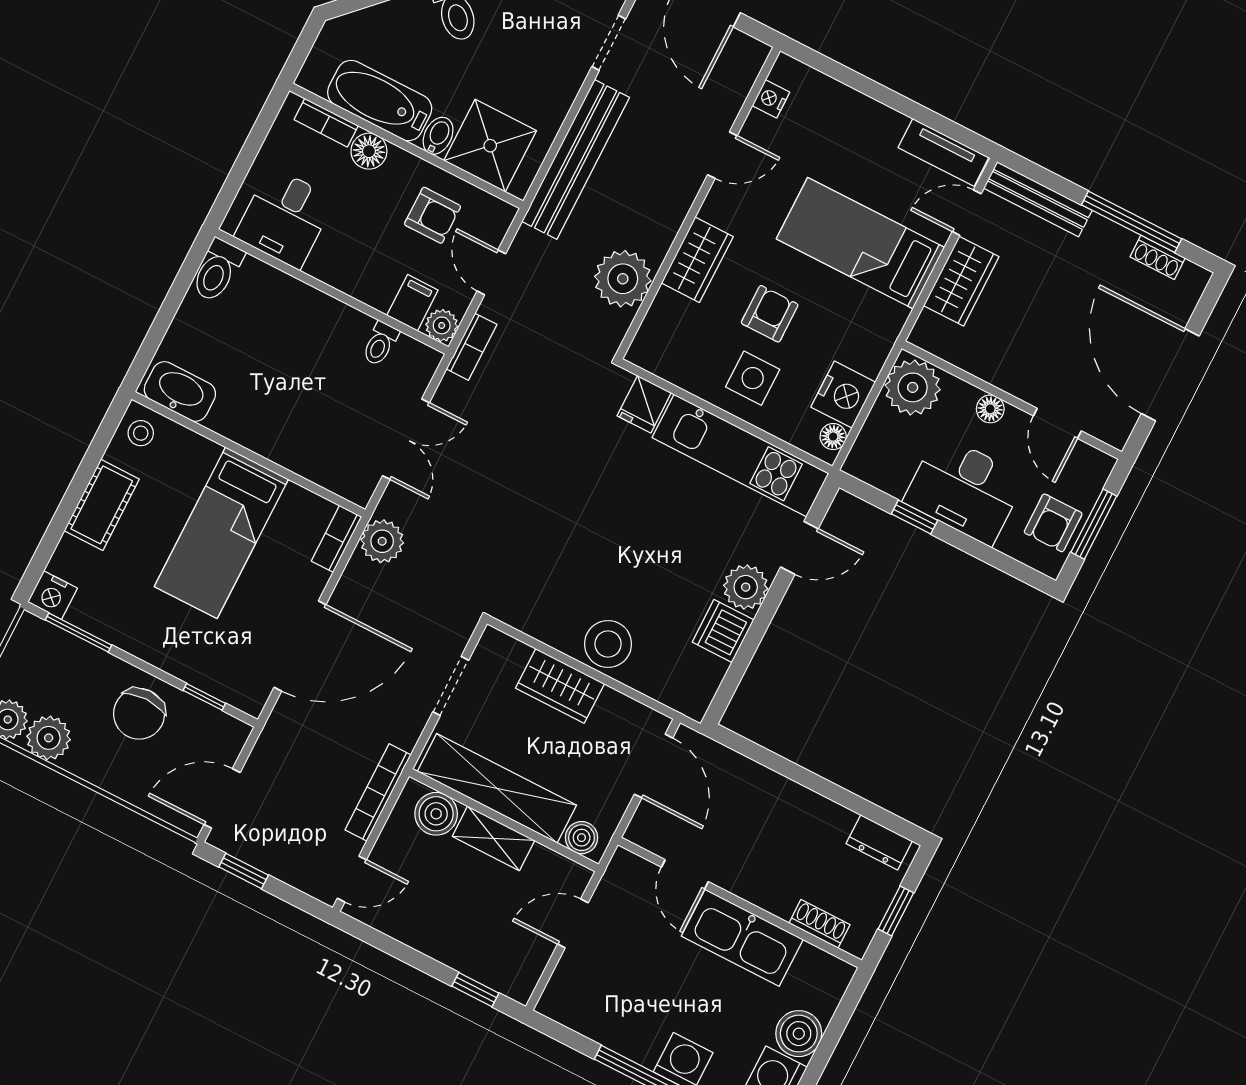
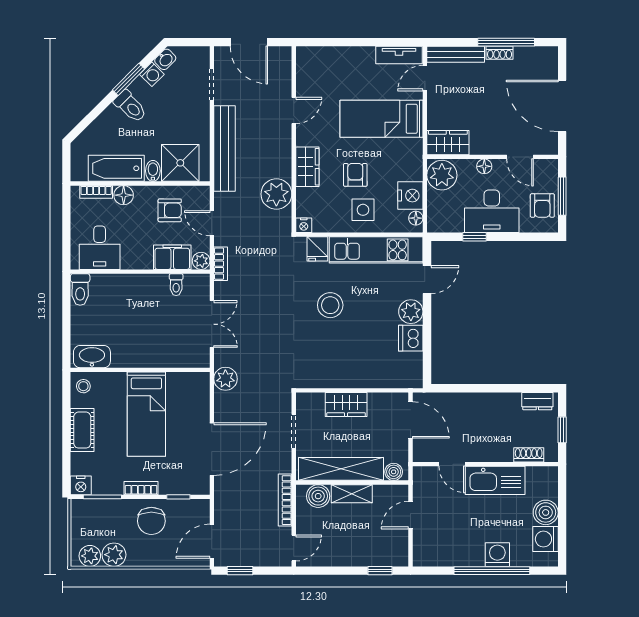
nightstand: (771, 99) -> (304, 225), moved, turned -90
shoe rack: (1158, 257) -> (500, 53), moved
wardrobe: (961, 281) -> (448, 143), moved, turned -90
filing cabinet: (412, 303) -> (172, 257), width x2.00
bookcase: (337, 539) -> (141, 488), moved, turned 90
stool: (608, 644) -> (330, 305), moved

